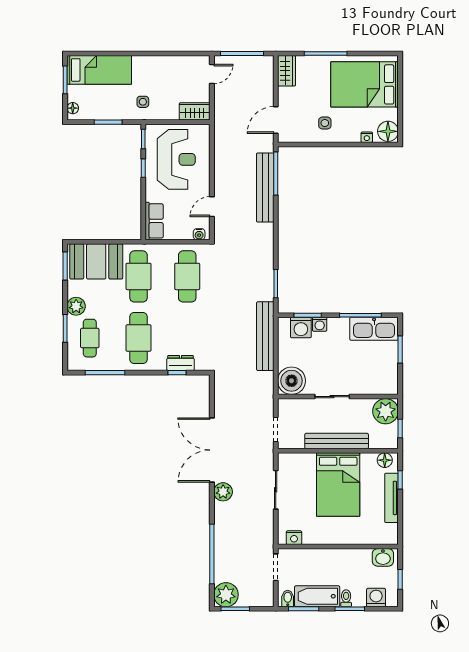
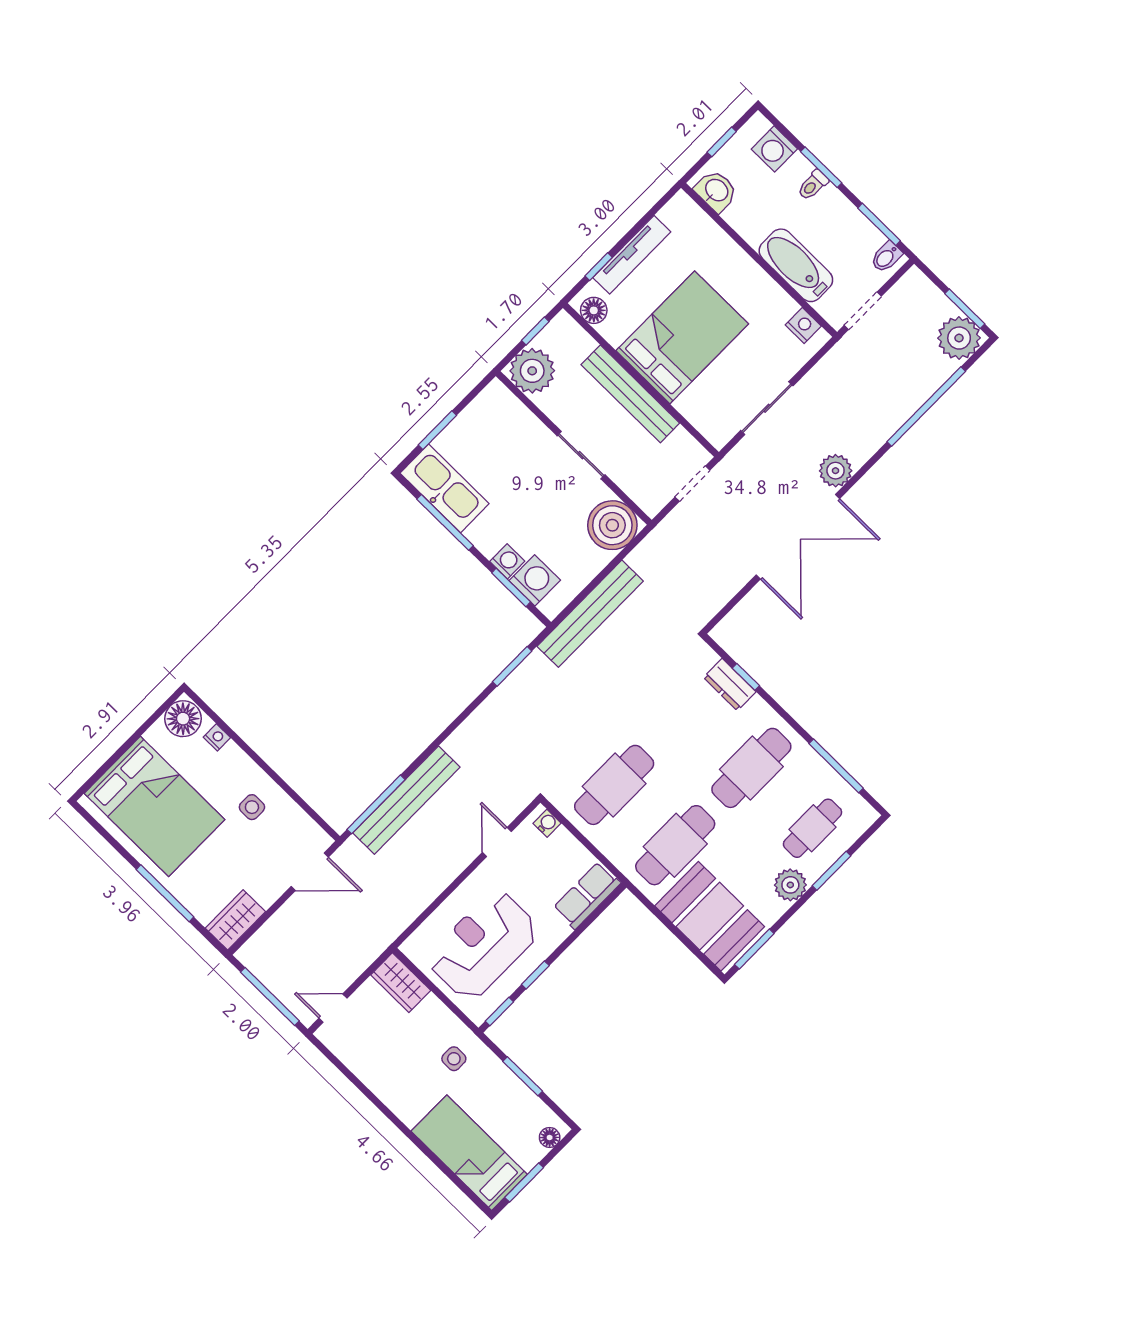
door: (212, 207) -> (497, 842), swing flipped
bathtub: (317, 596) -> (796, 265), moved, turned 180

